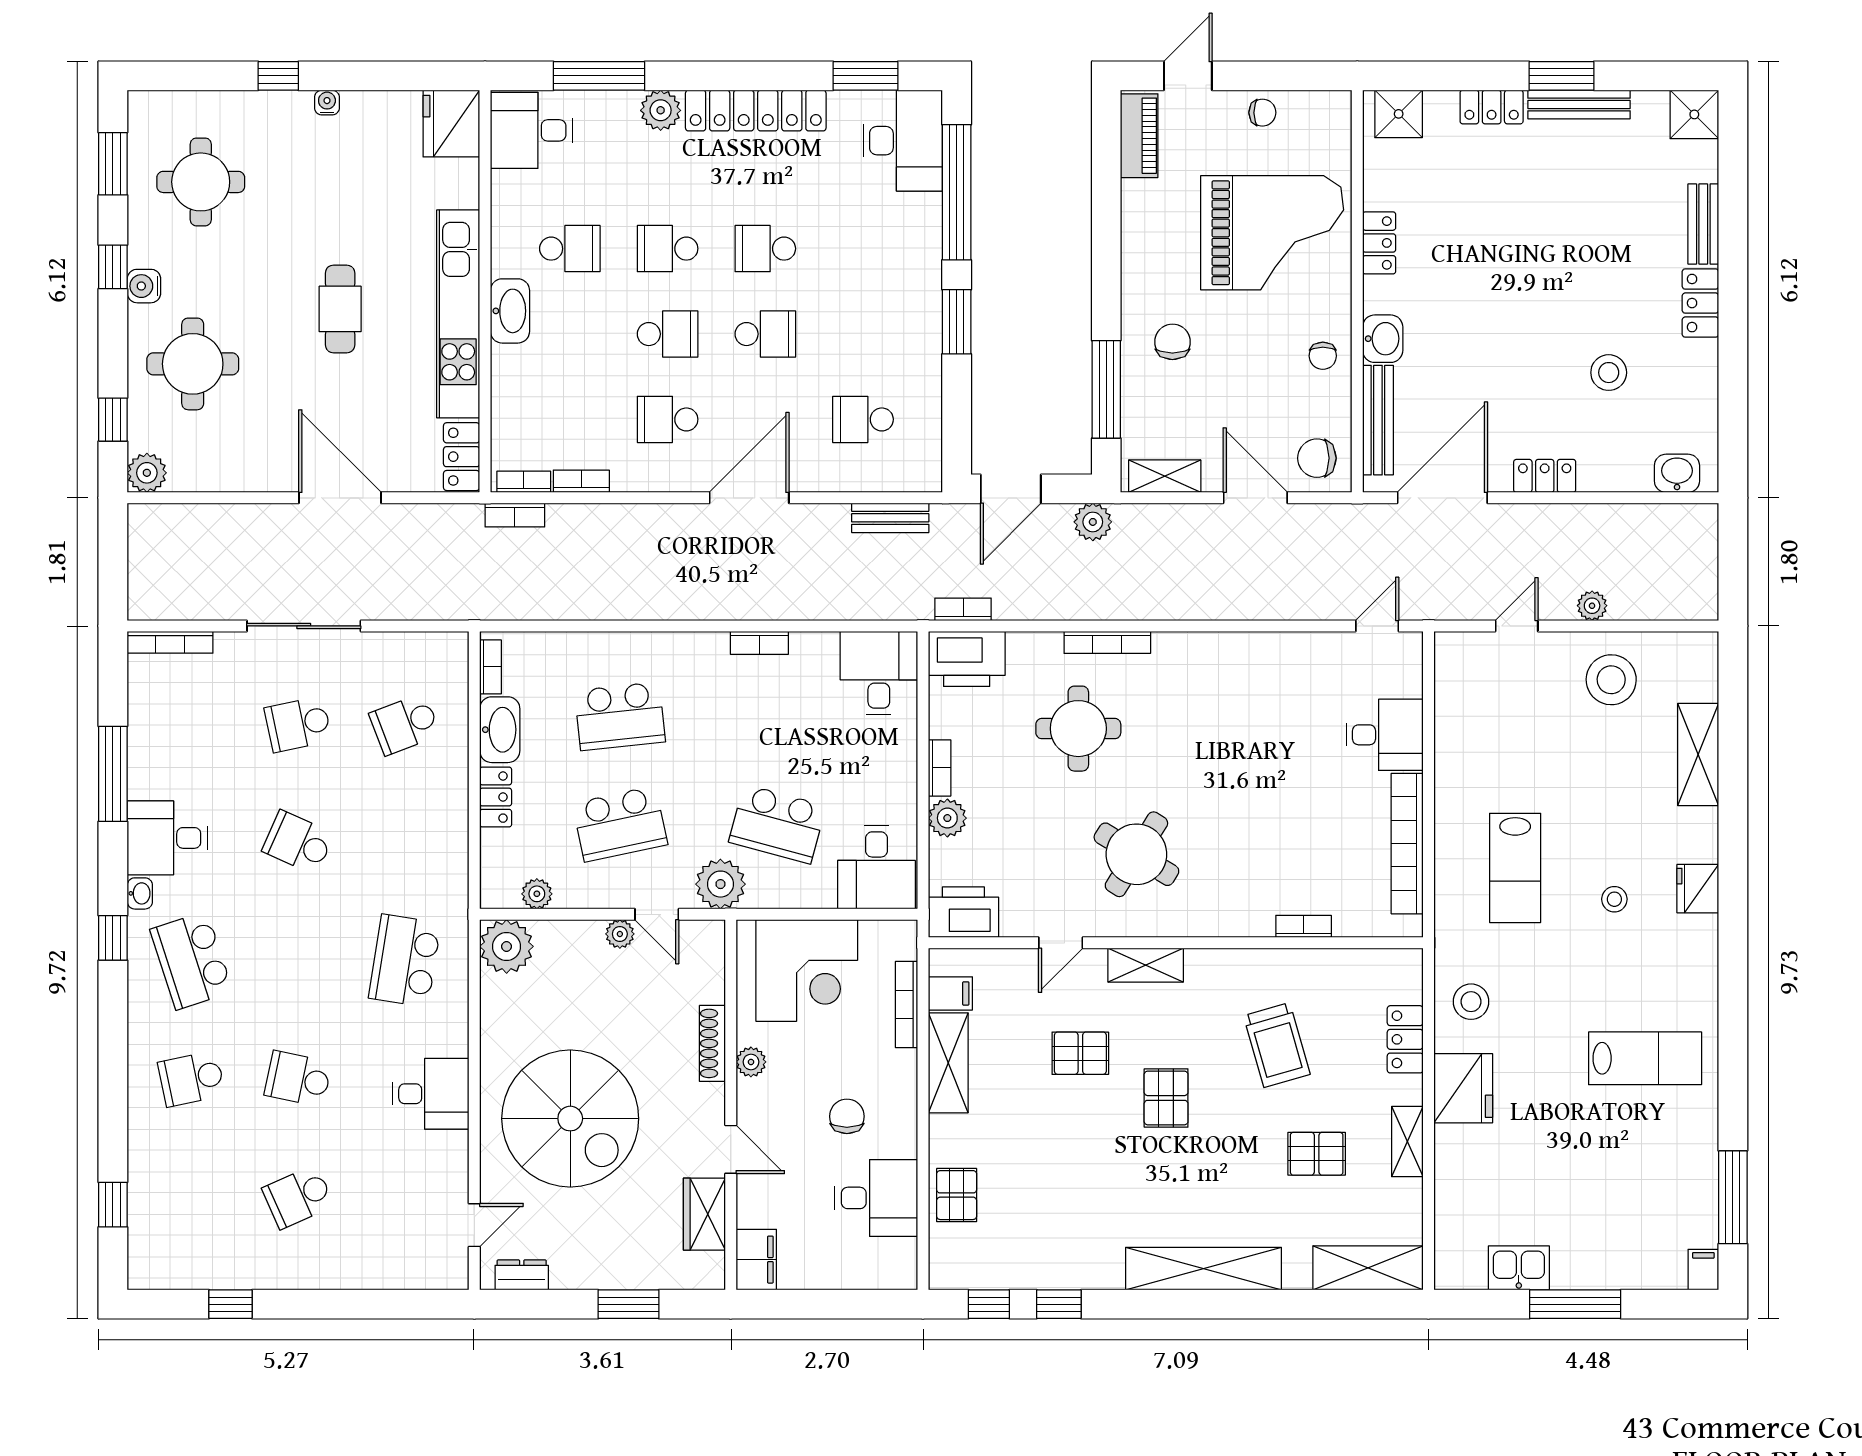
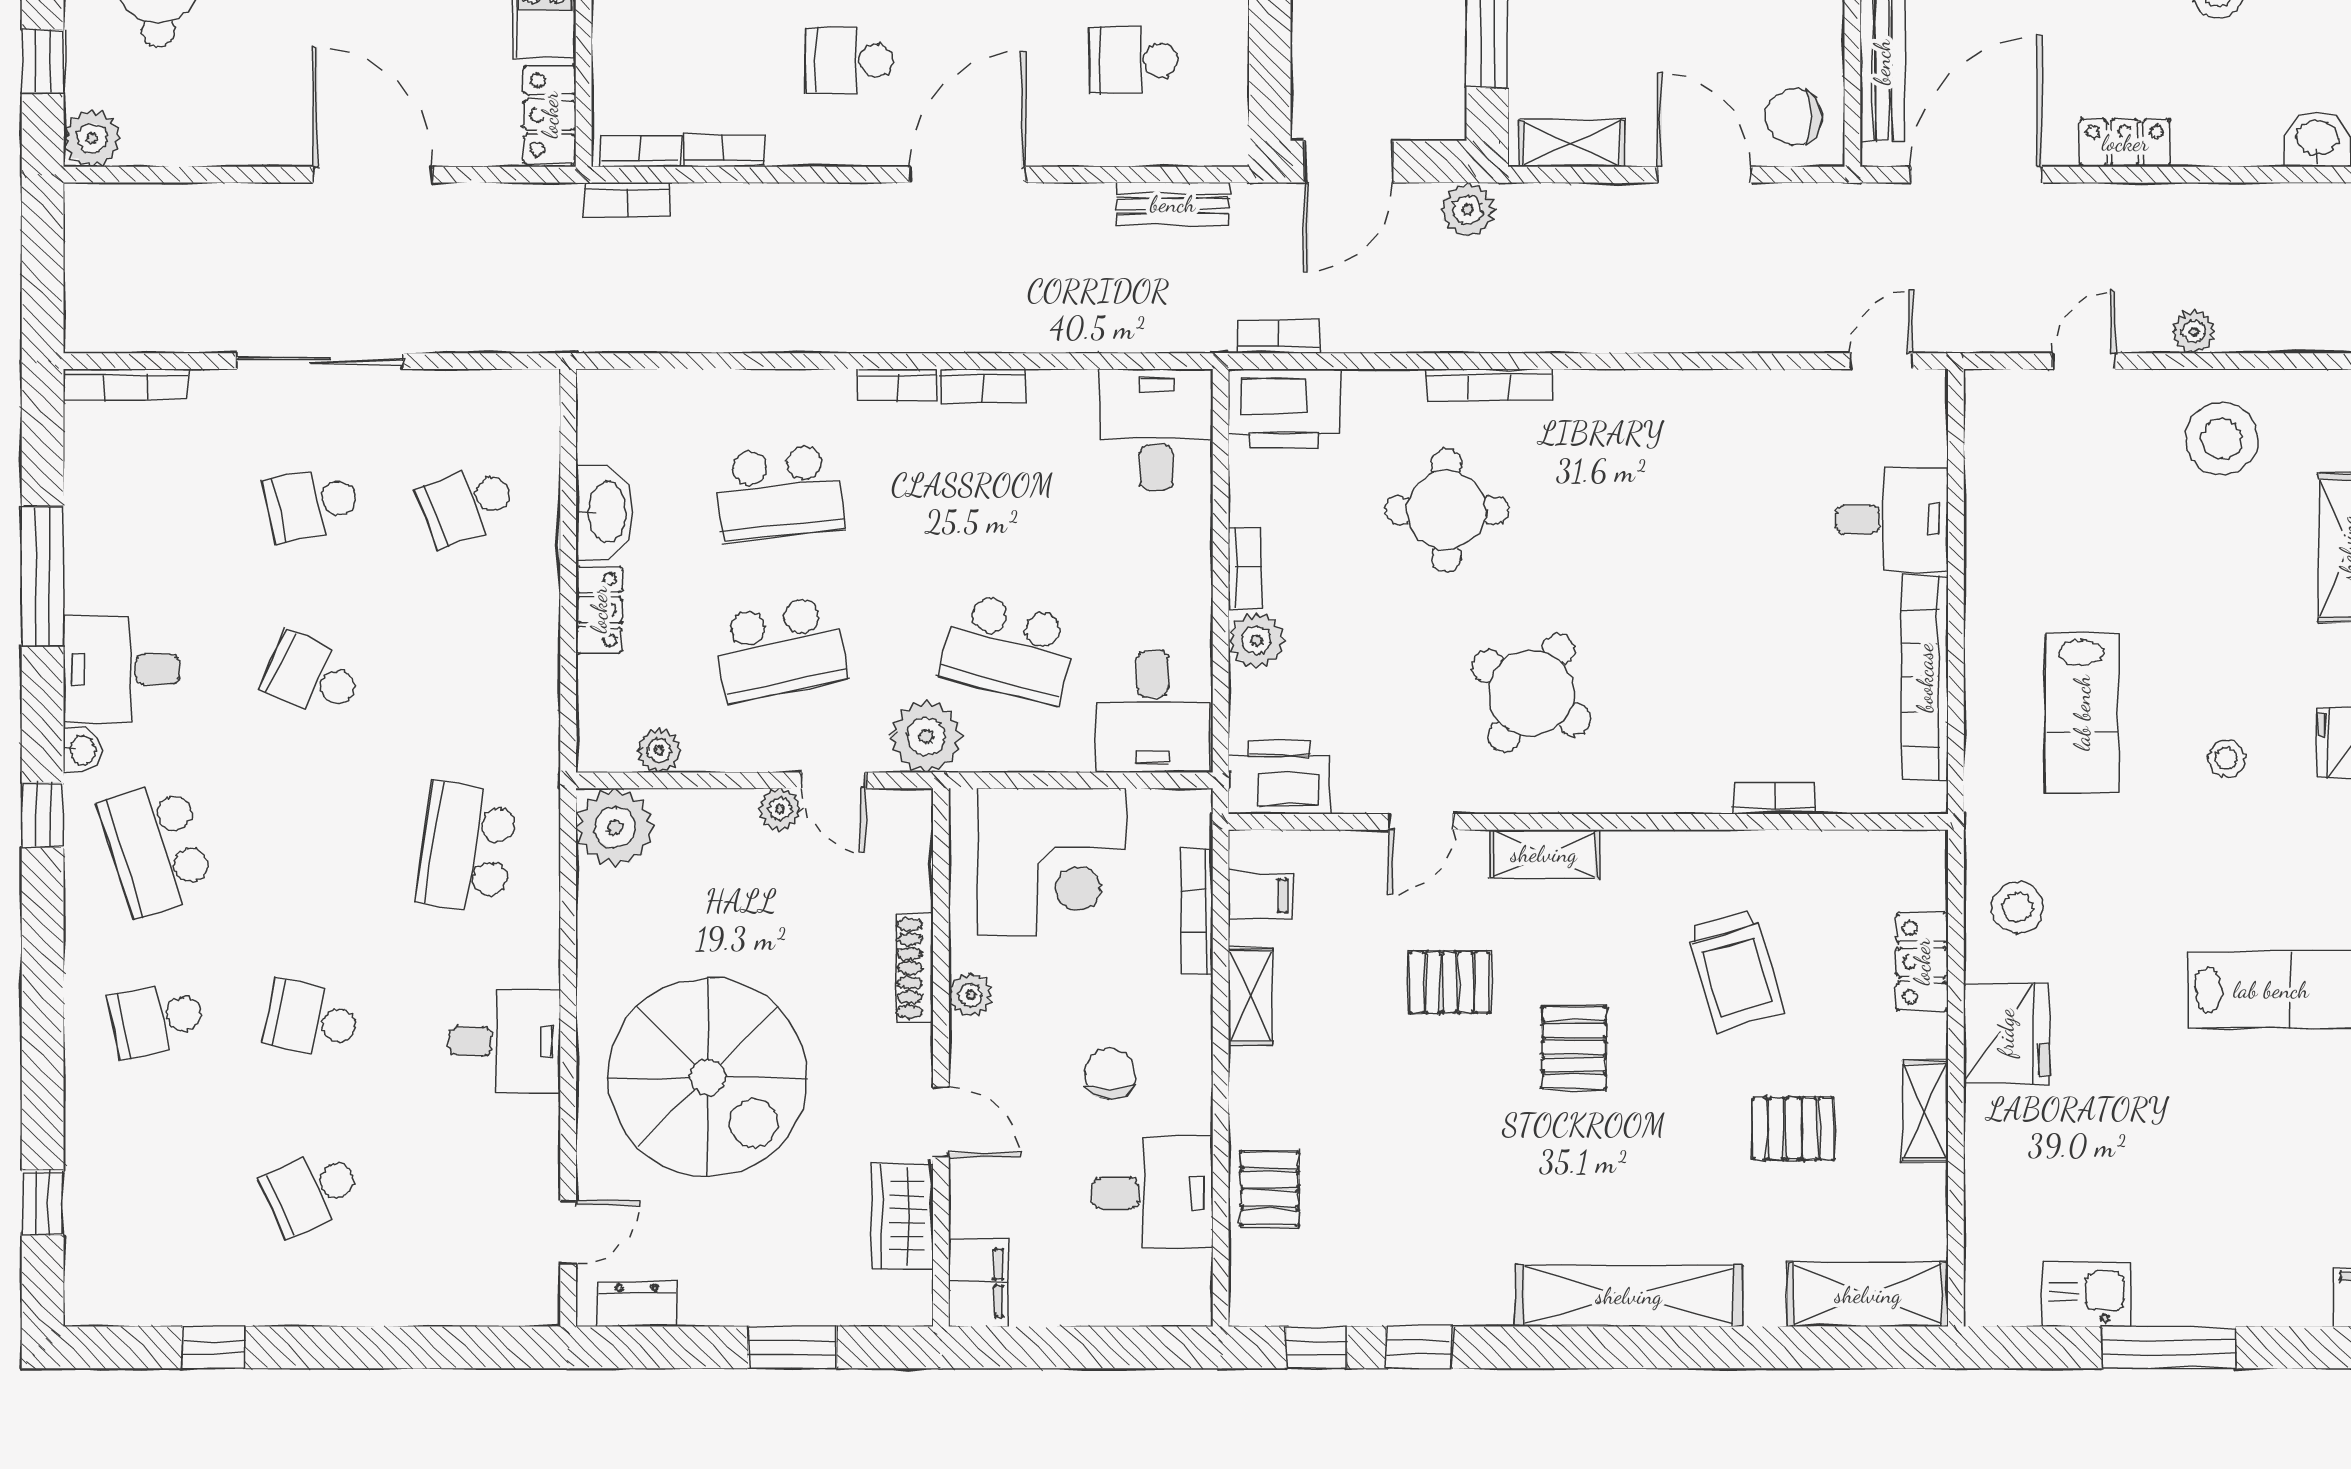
bookcase: (490, 667) -> (897, 384), moved, turned 90
shelving: (948, 1063) -> (1250, 996), width x0.67, depth x0.75

